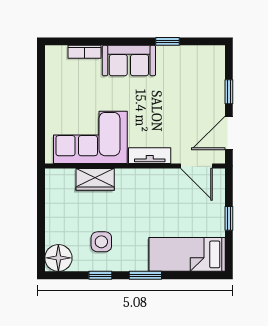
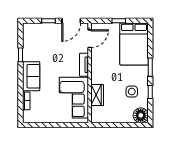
door: (229, 133) -> (71, 21), hinge flipped
bed: (187, 254) -> (134, 44), width x1.50

